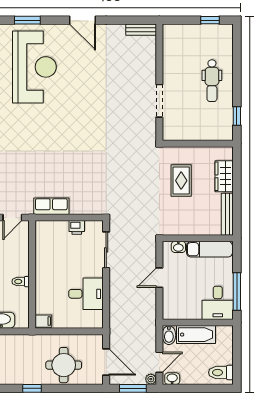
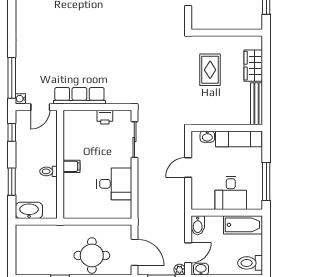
row of seats: (51, 206) -> (79, 96), width x1.48
desk: (218, 303) -> (231, 193), moved
filing cabinet: (43, 321) -> (71, 166), moved
bathtub: (196, 335) -> (243, 225), moved

